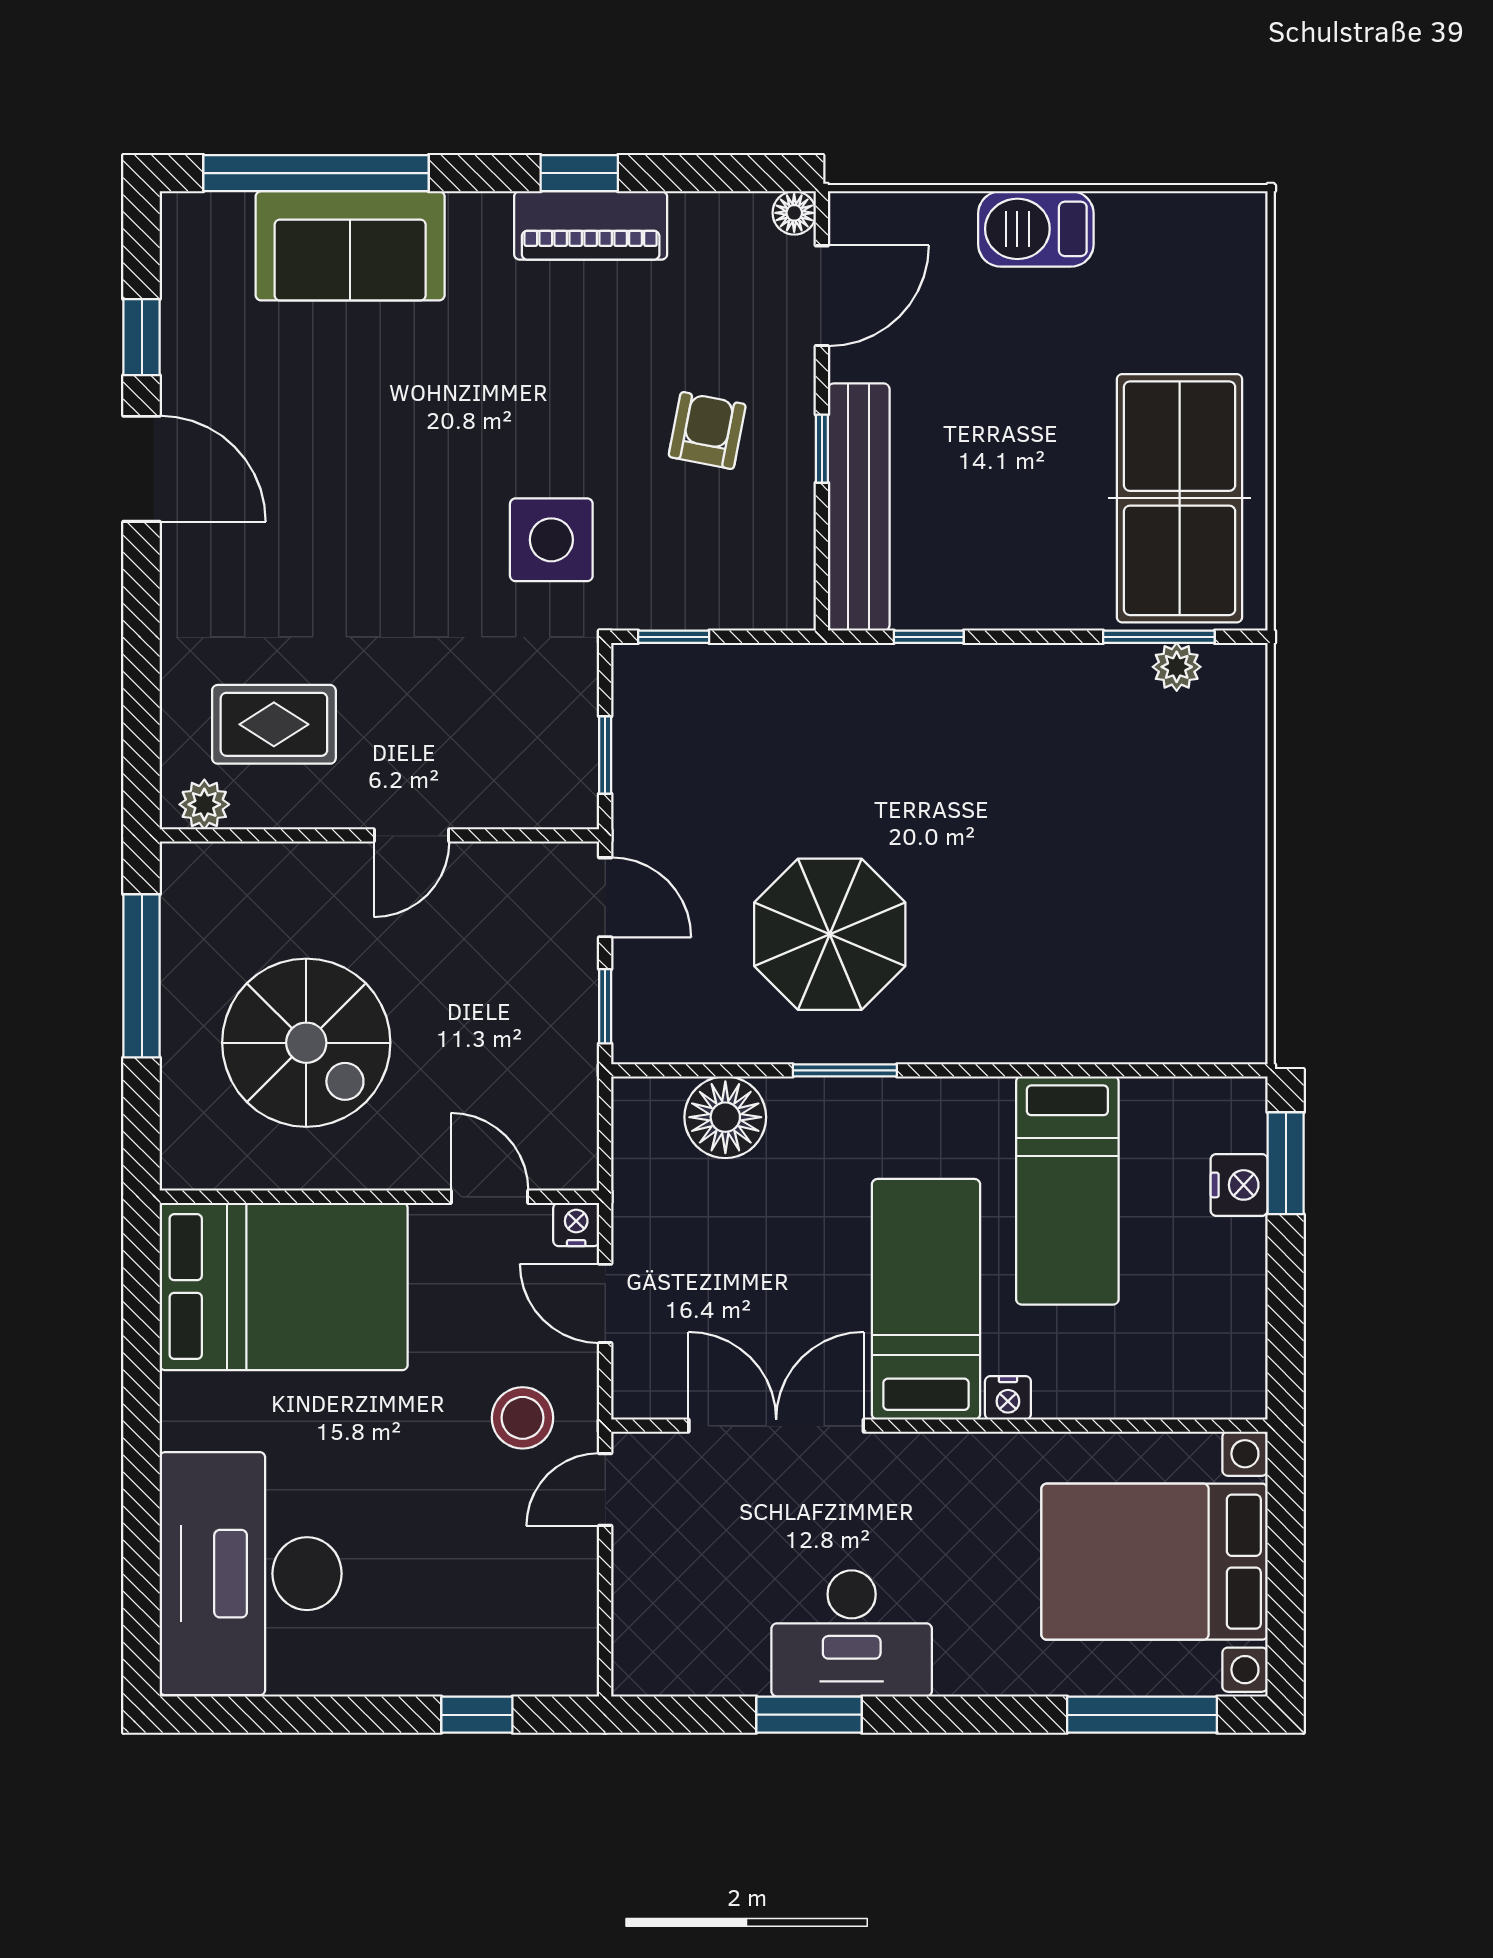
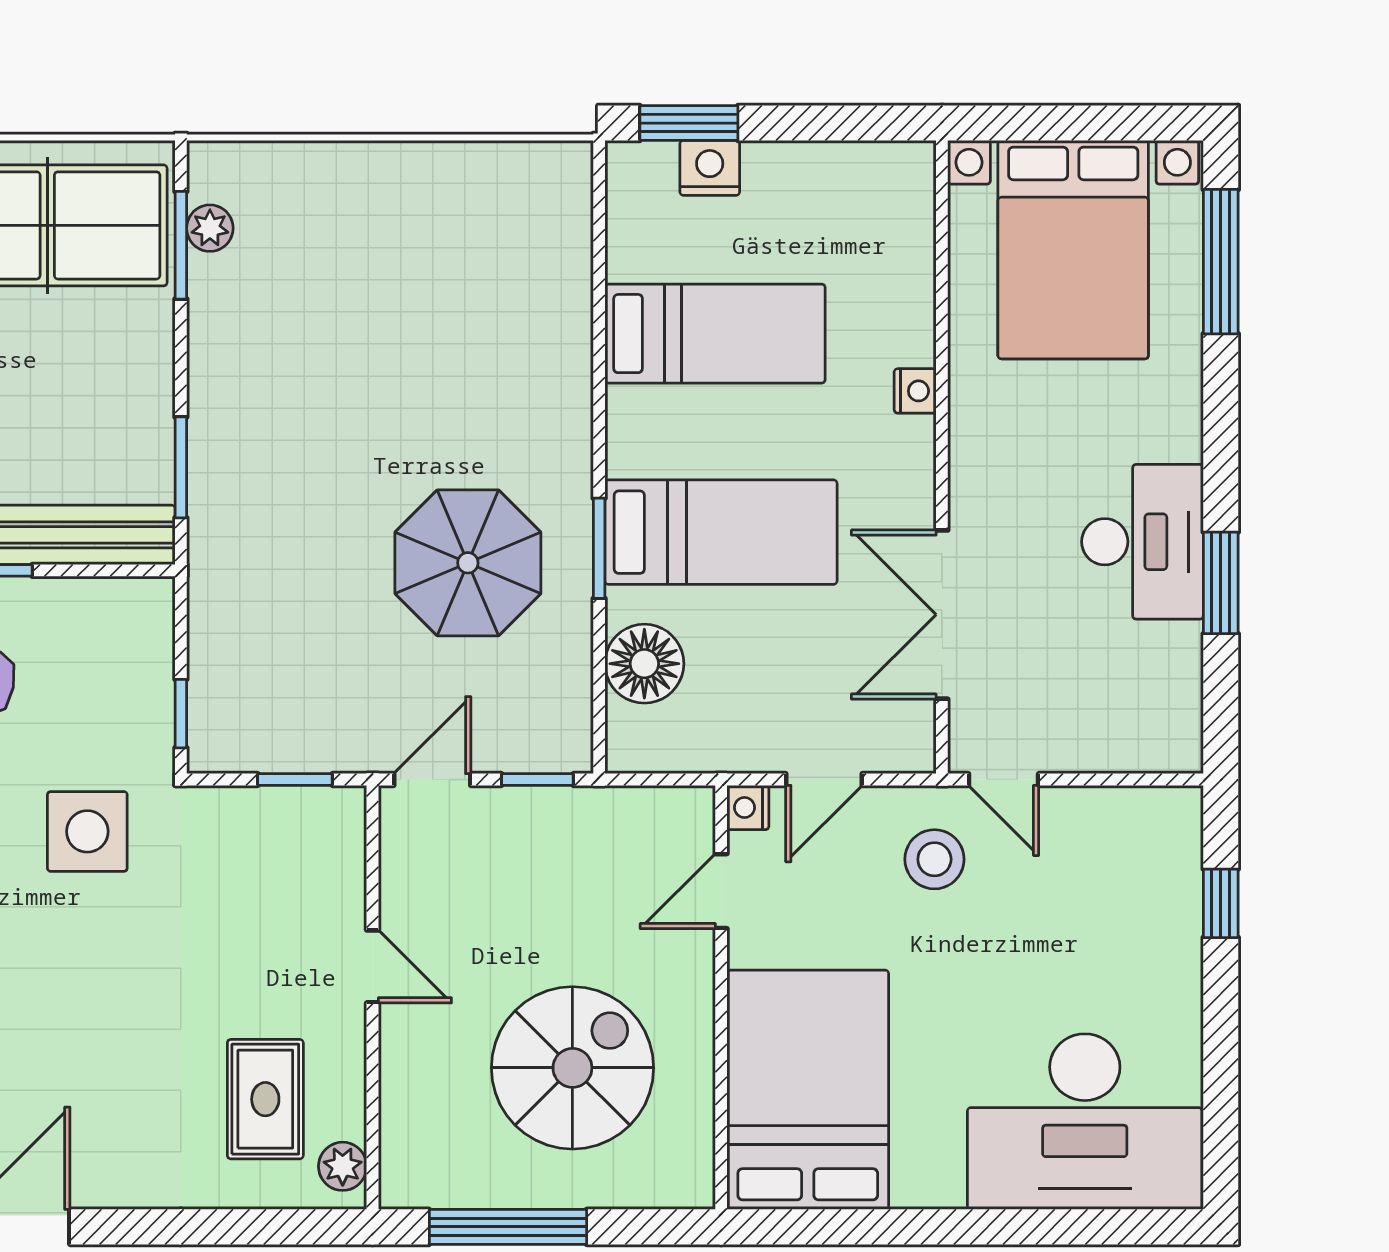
window: (929, 637) -> (181, 467), width x1.50
bed: (926, 1299) -> (721, 532), moved, turned 180

